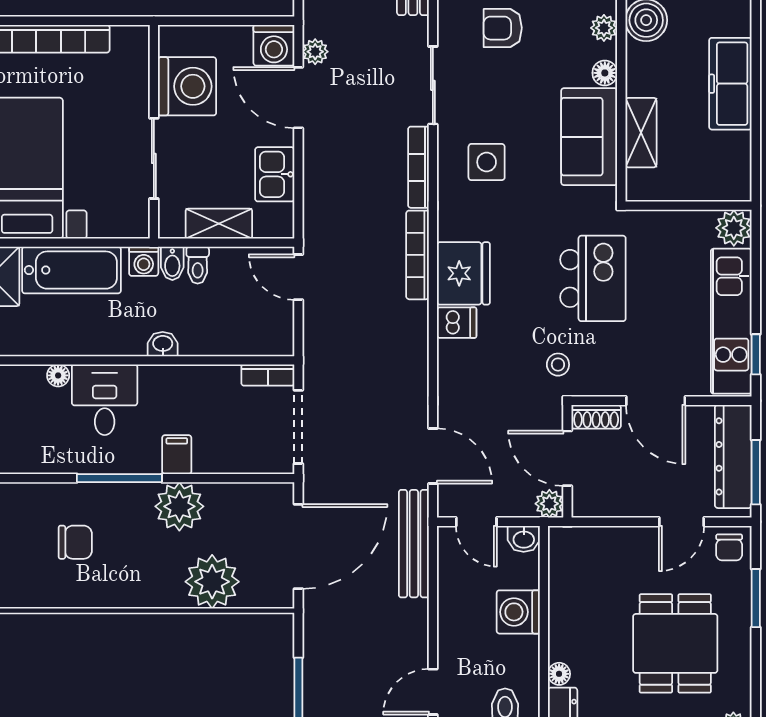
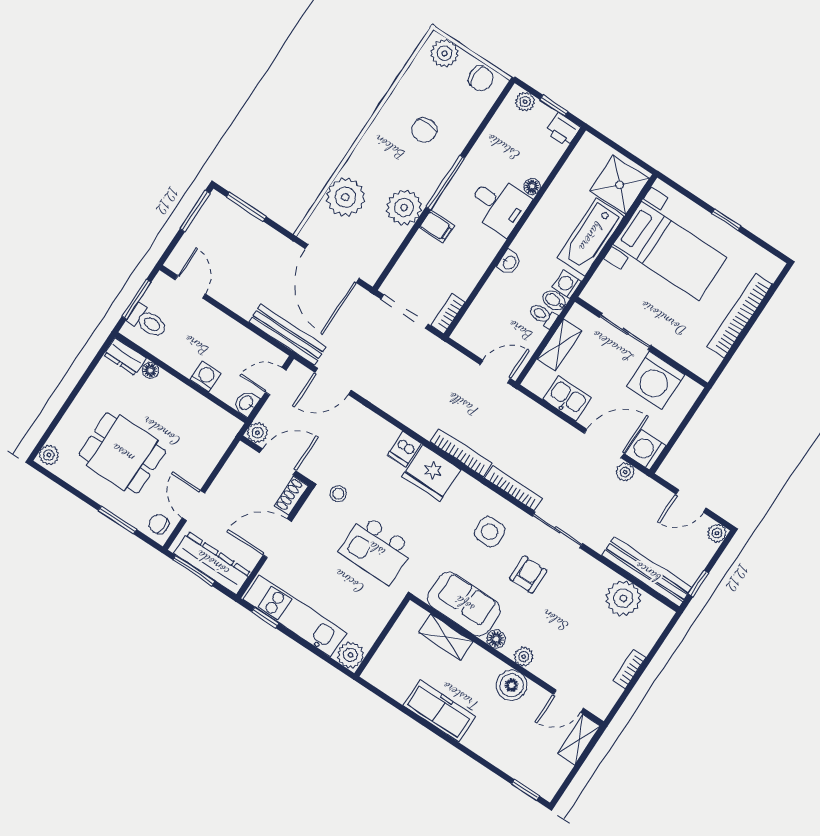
armchair: (503, 28) -> (528, 575), moved
washing machine: (518, 612) -> (205, 376), width x0.73, depth x0.73

